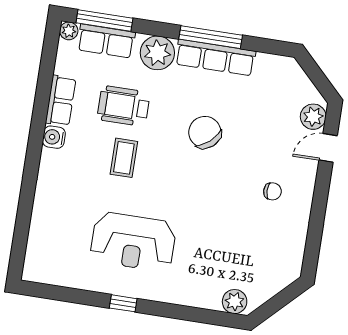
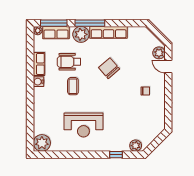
window: (211, 37) -> (90, 23), moved
door: (328, 148) -> (168, 66), hinge flipped
plant: (41, 266) -> (42, 143), added
window: (123, 303) -> (116, 155), moved

